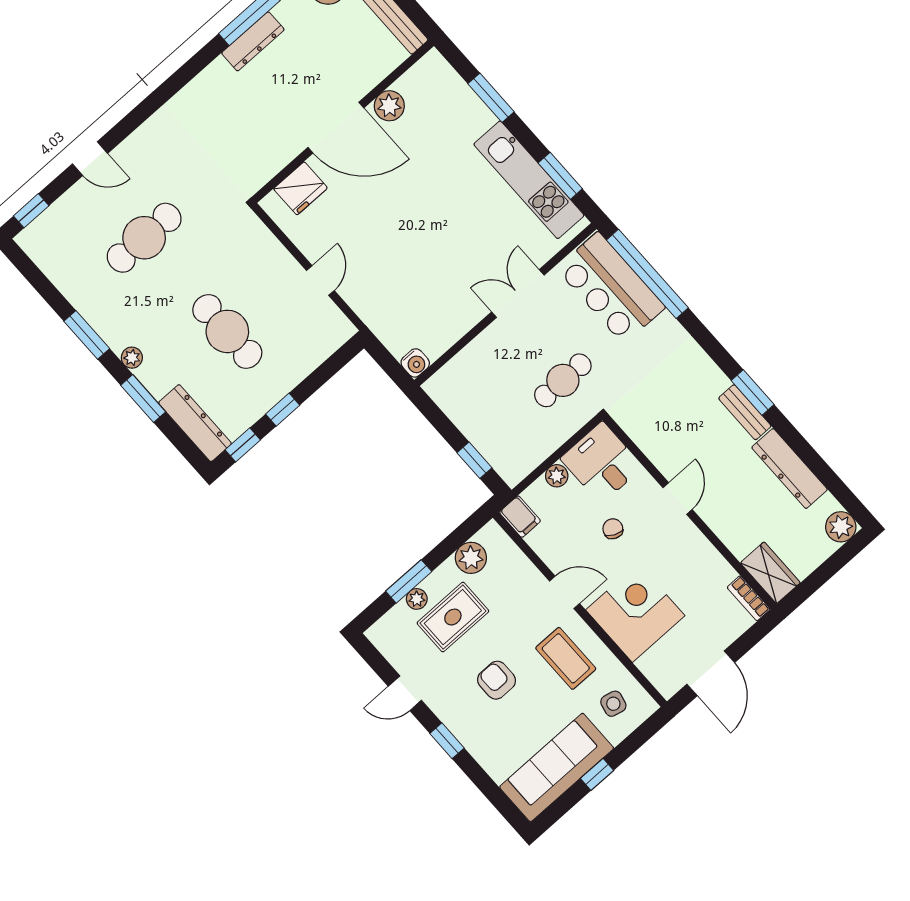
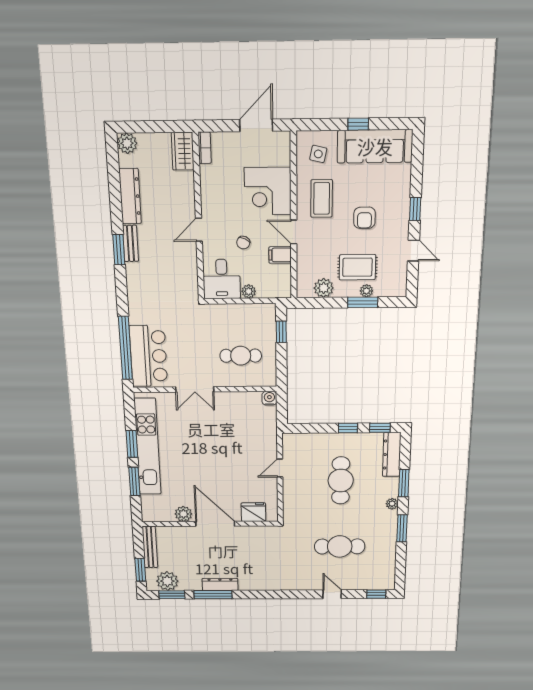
window: (560, 176) -> (132, 444), moved
kitchen unit: (529, 180) -> (148, 447), width x1.36
cafe table: (563, 380) -> (241, 356), moved
filing cabinet: (520, 517) -> (280, 255), moved, turned -90

